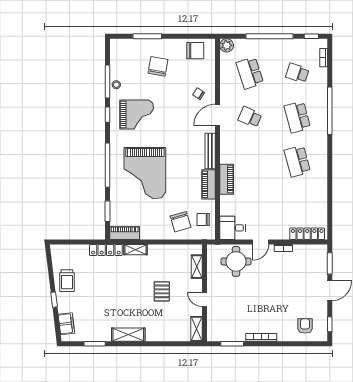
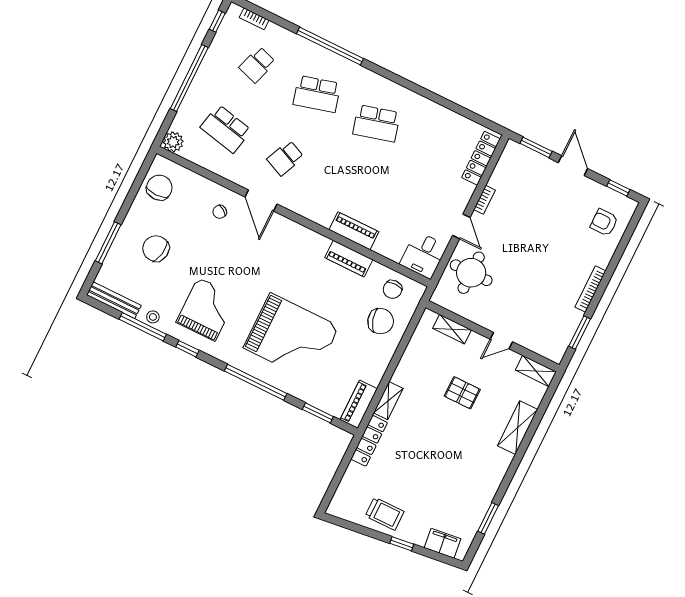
school desk: (250, 73) -> (226, 129), turned 30
bench: (210, 151) -> (114, 300), moved
shelving: (128, 335) -> (518, 428), moved

